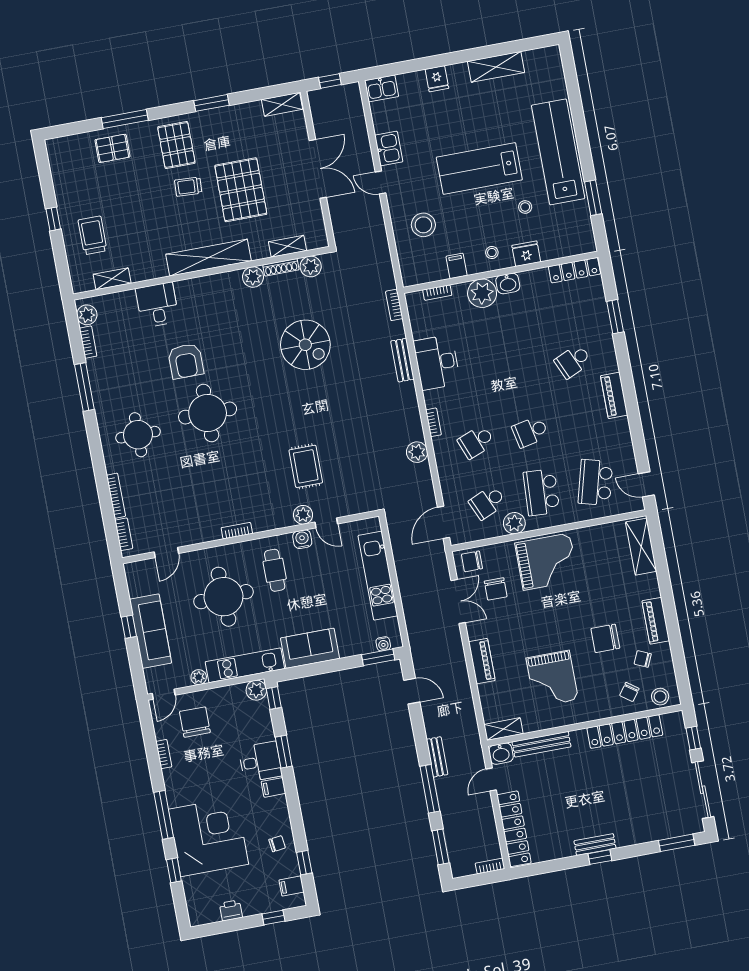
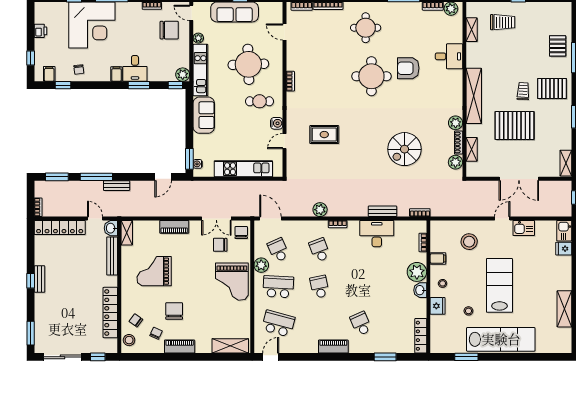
fridge: (437, 79) -> (564, 249), moved
plant: (303, 515) -> (293, 127), removed

